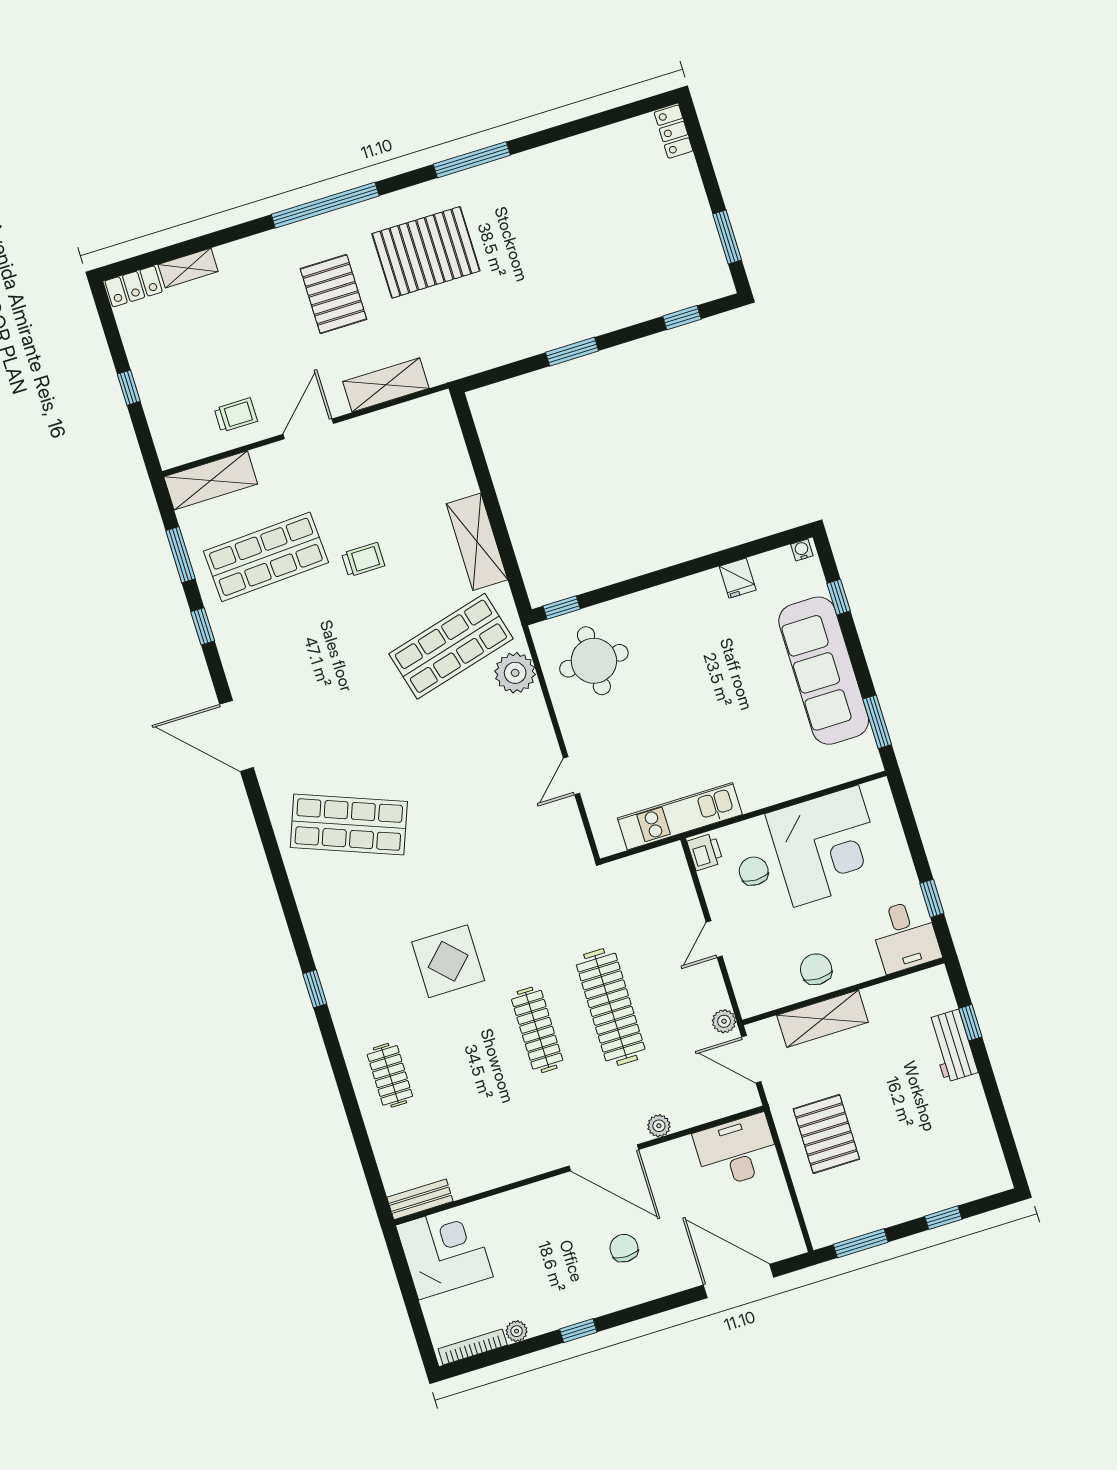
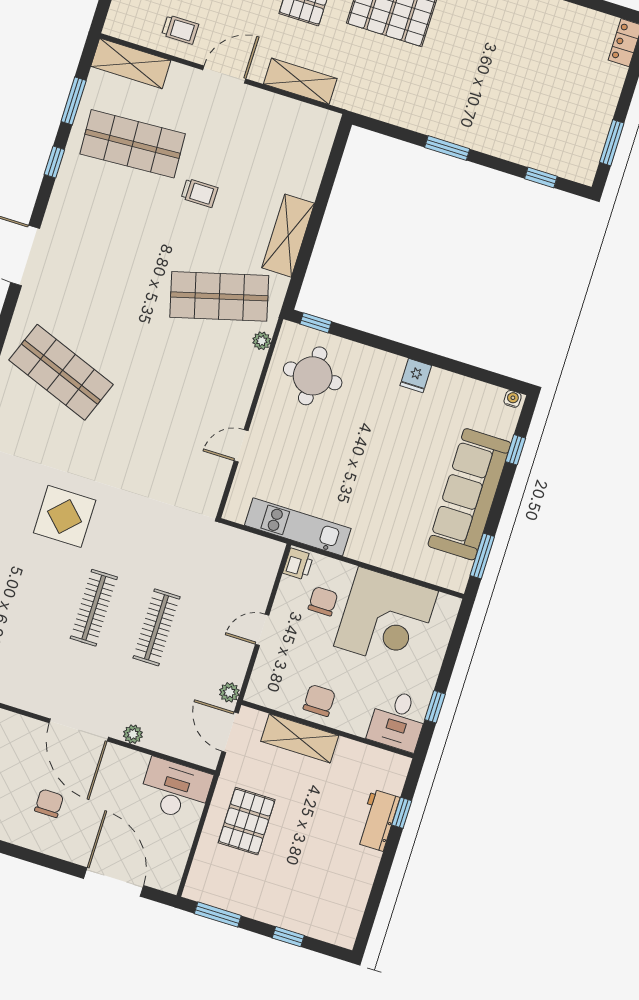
fridge: (738, 578) -> (416, 376), moved
plant: (515, 673) -> (262, 341), width x0.53, depth x0.53
clothes rail: (611, 1007) -> (157, 627), width x0.73, depth x0.76

